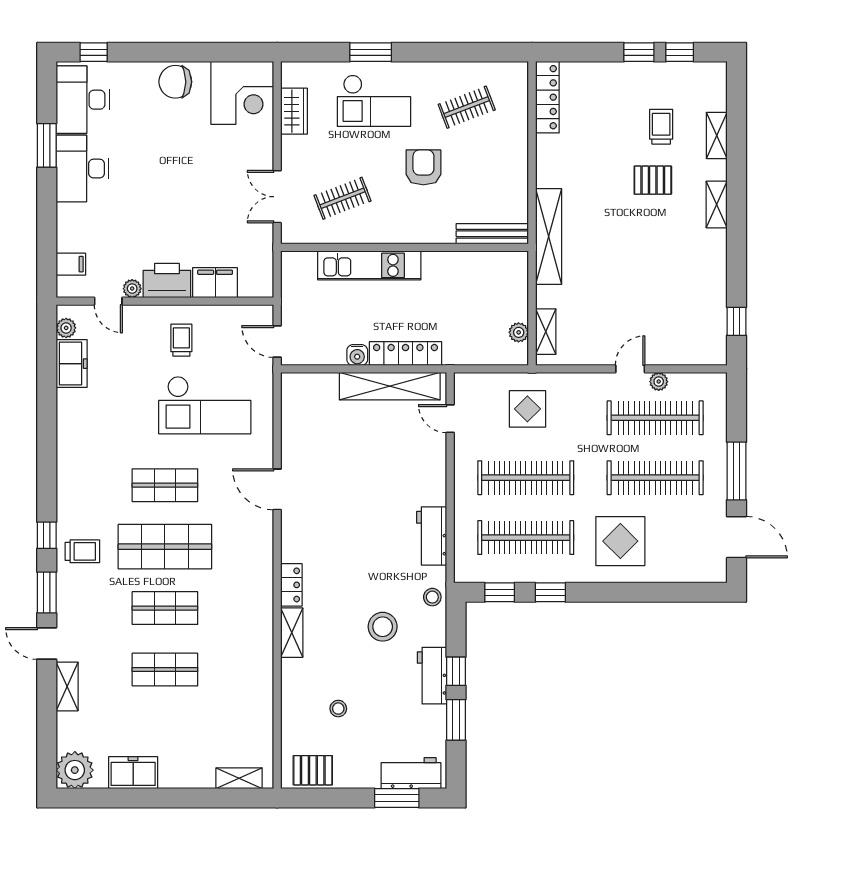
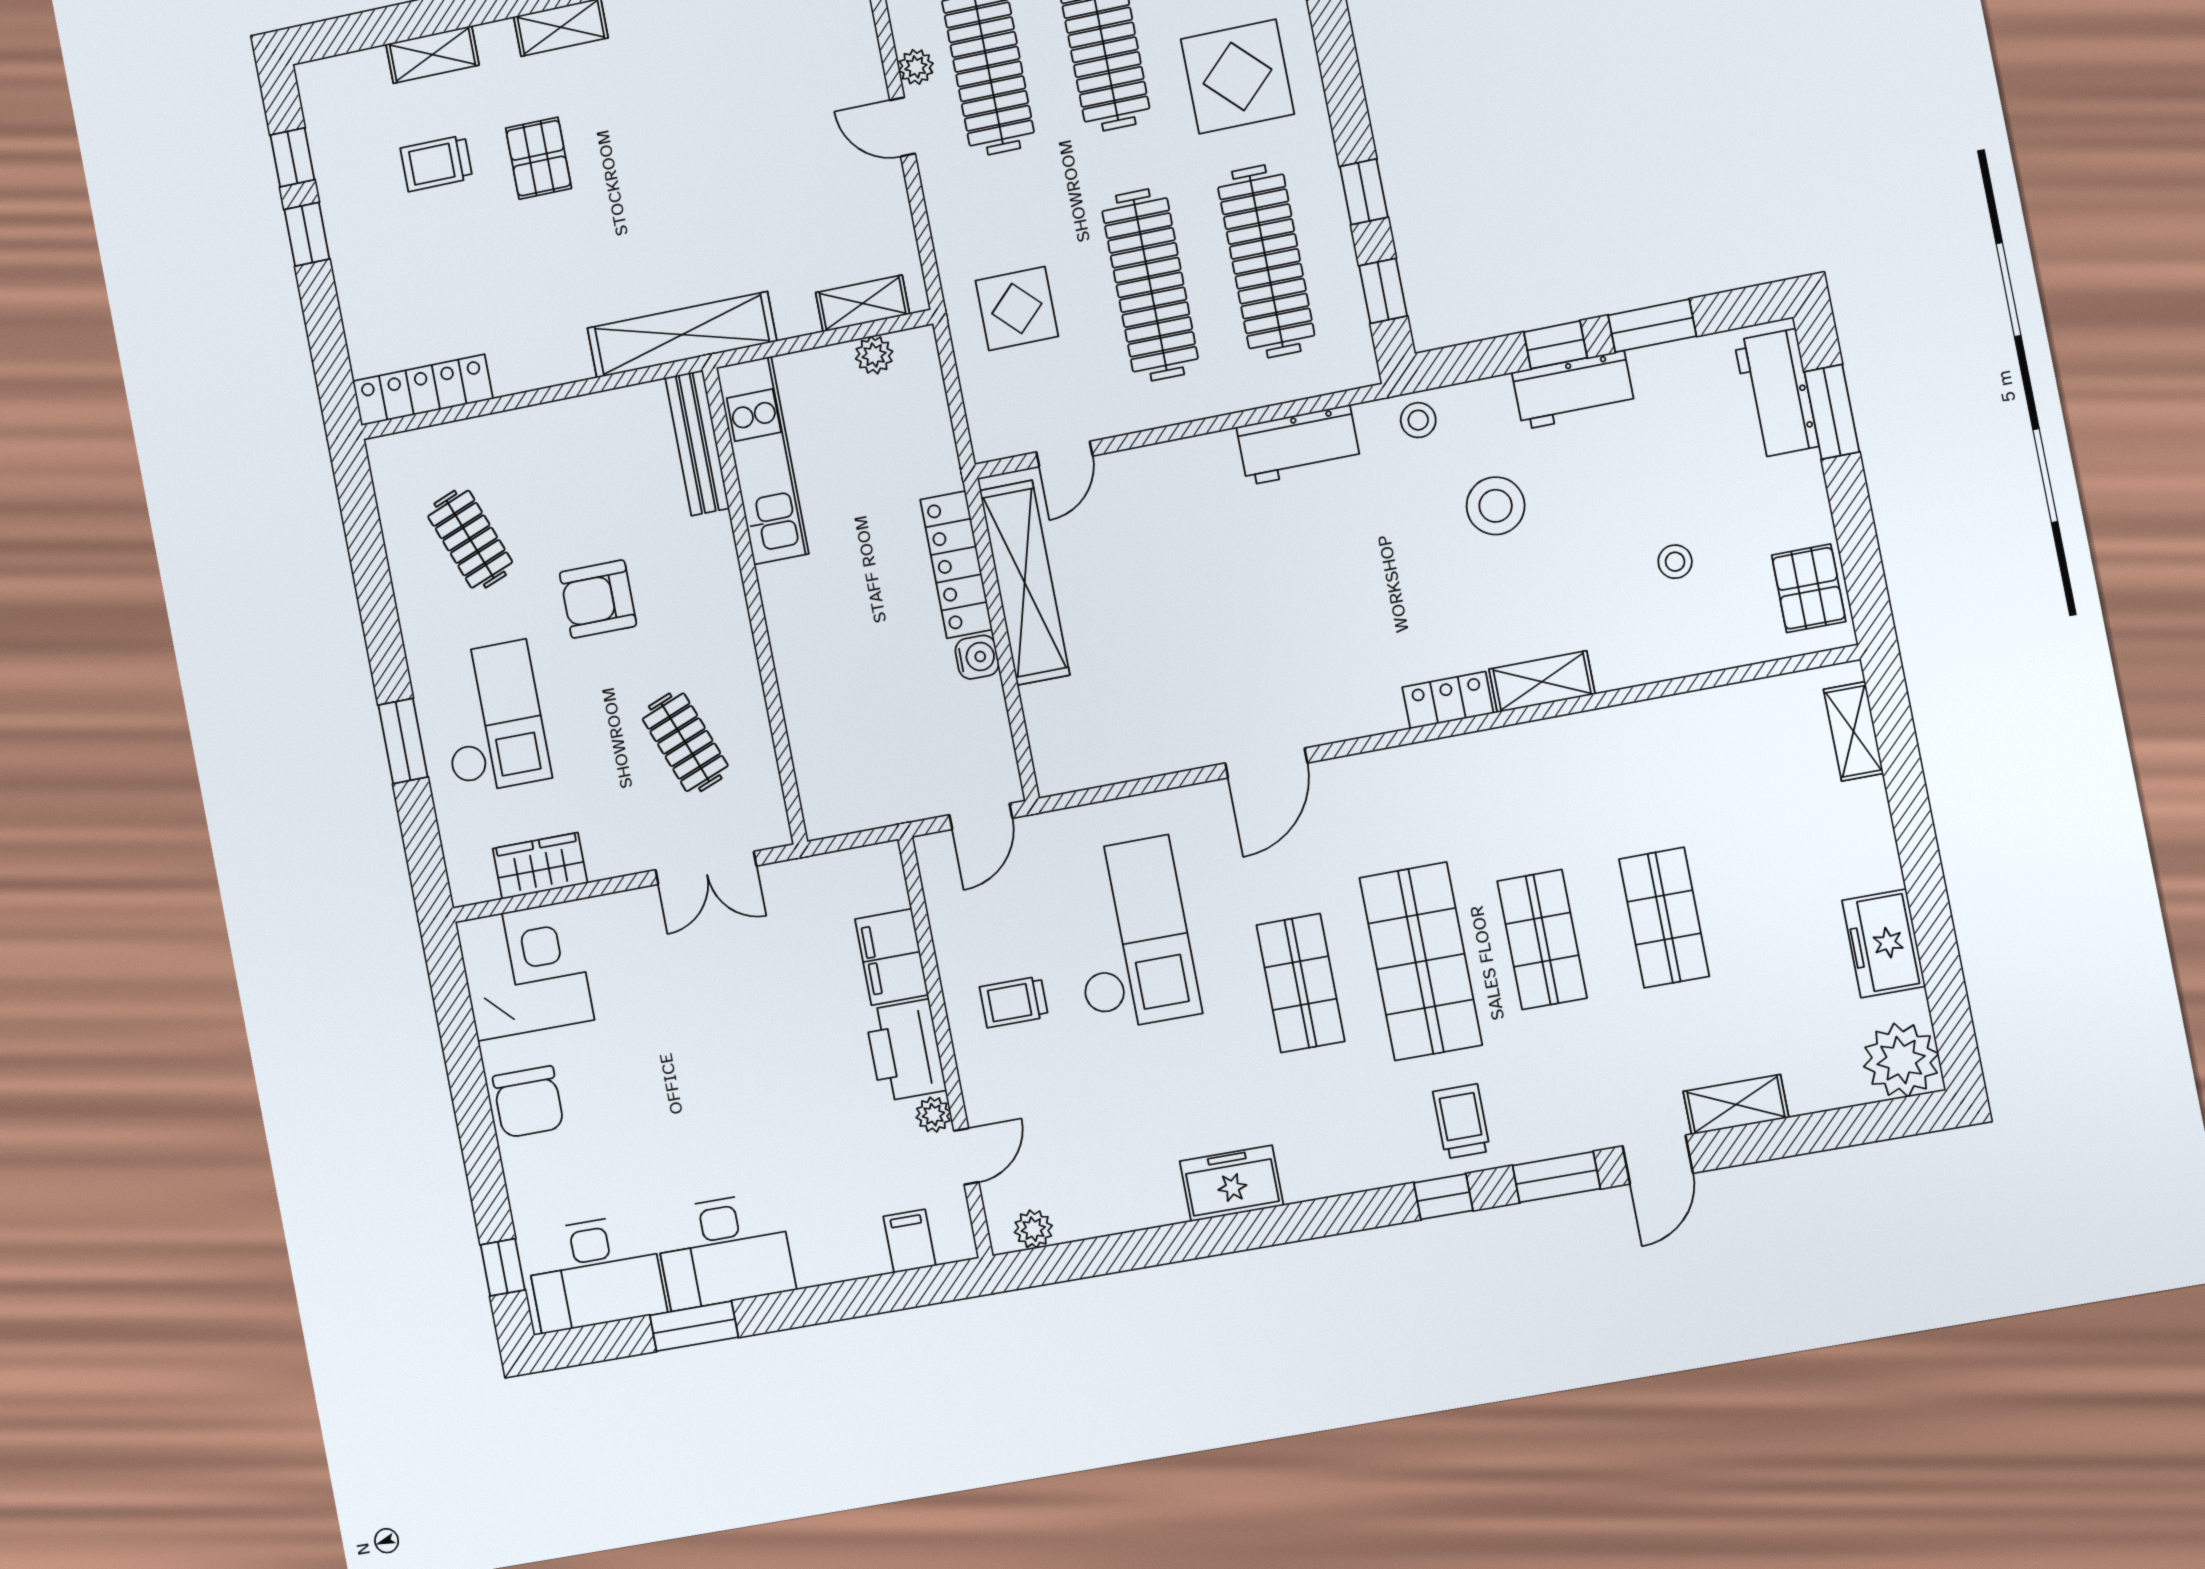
kitchen unit: (369, 265) -> (763, 461), moved
freezer: (72, 364) -> (1232, 1183), moved

